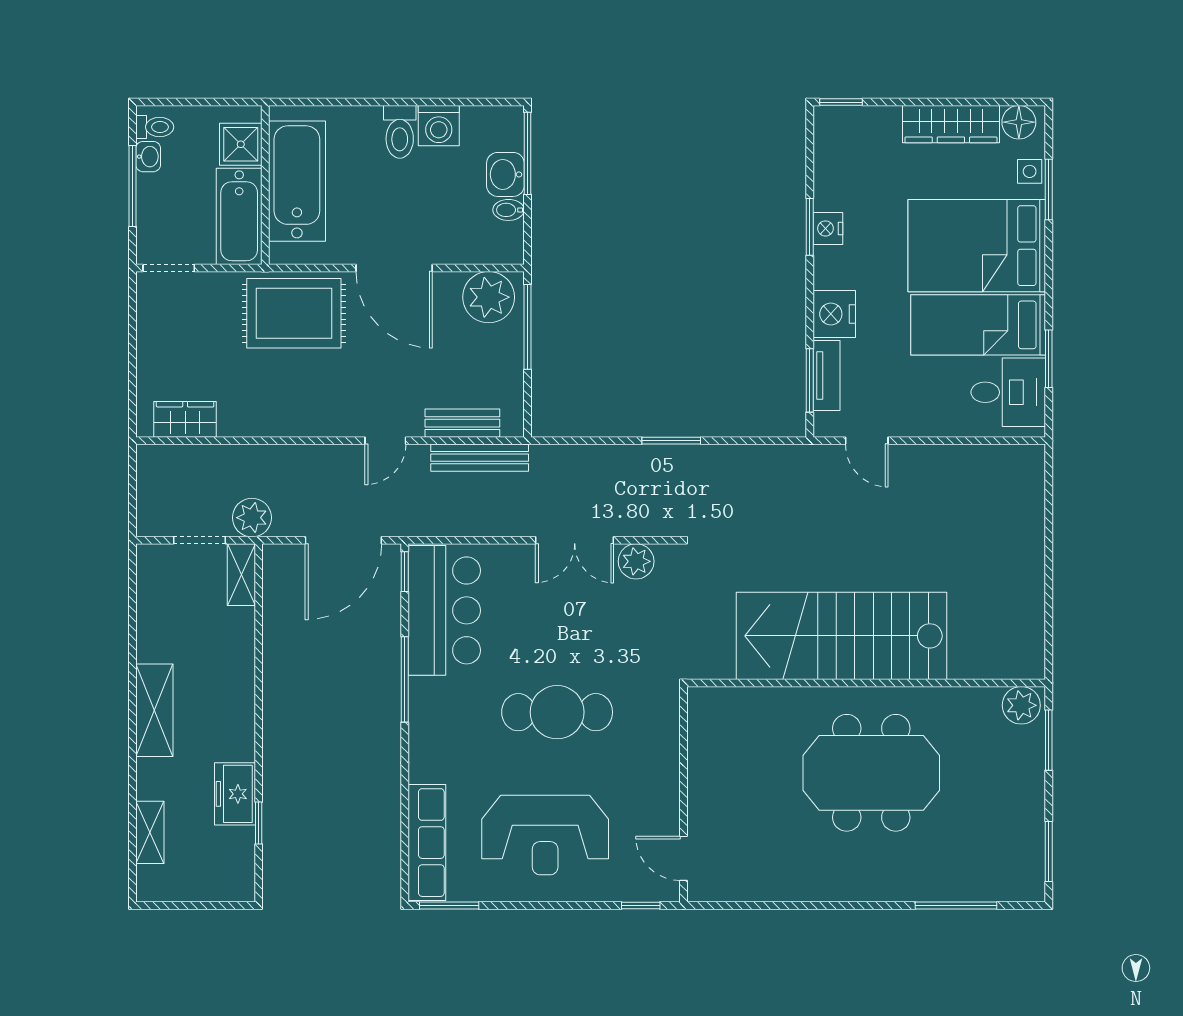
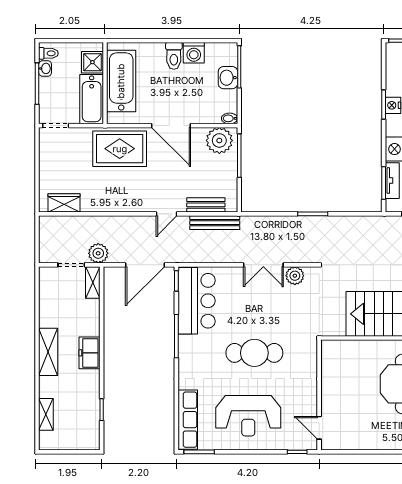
bidet: (509, 210) -> (230, 118), moved
freezer: (235, 794) -> (90, 353), moved

